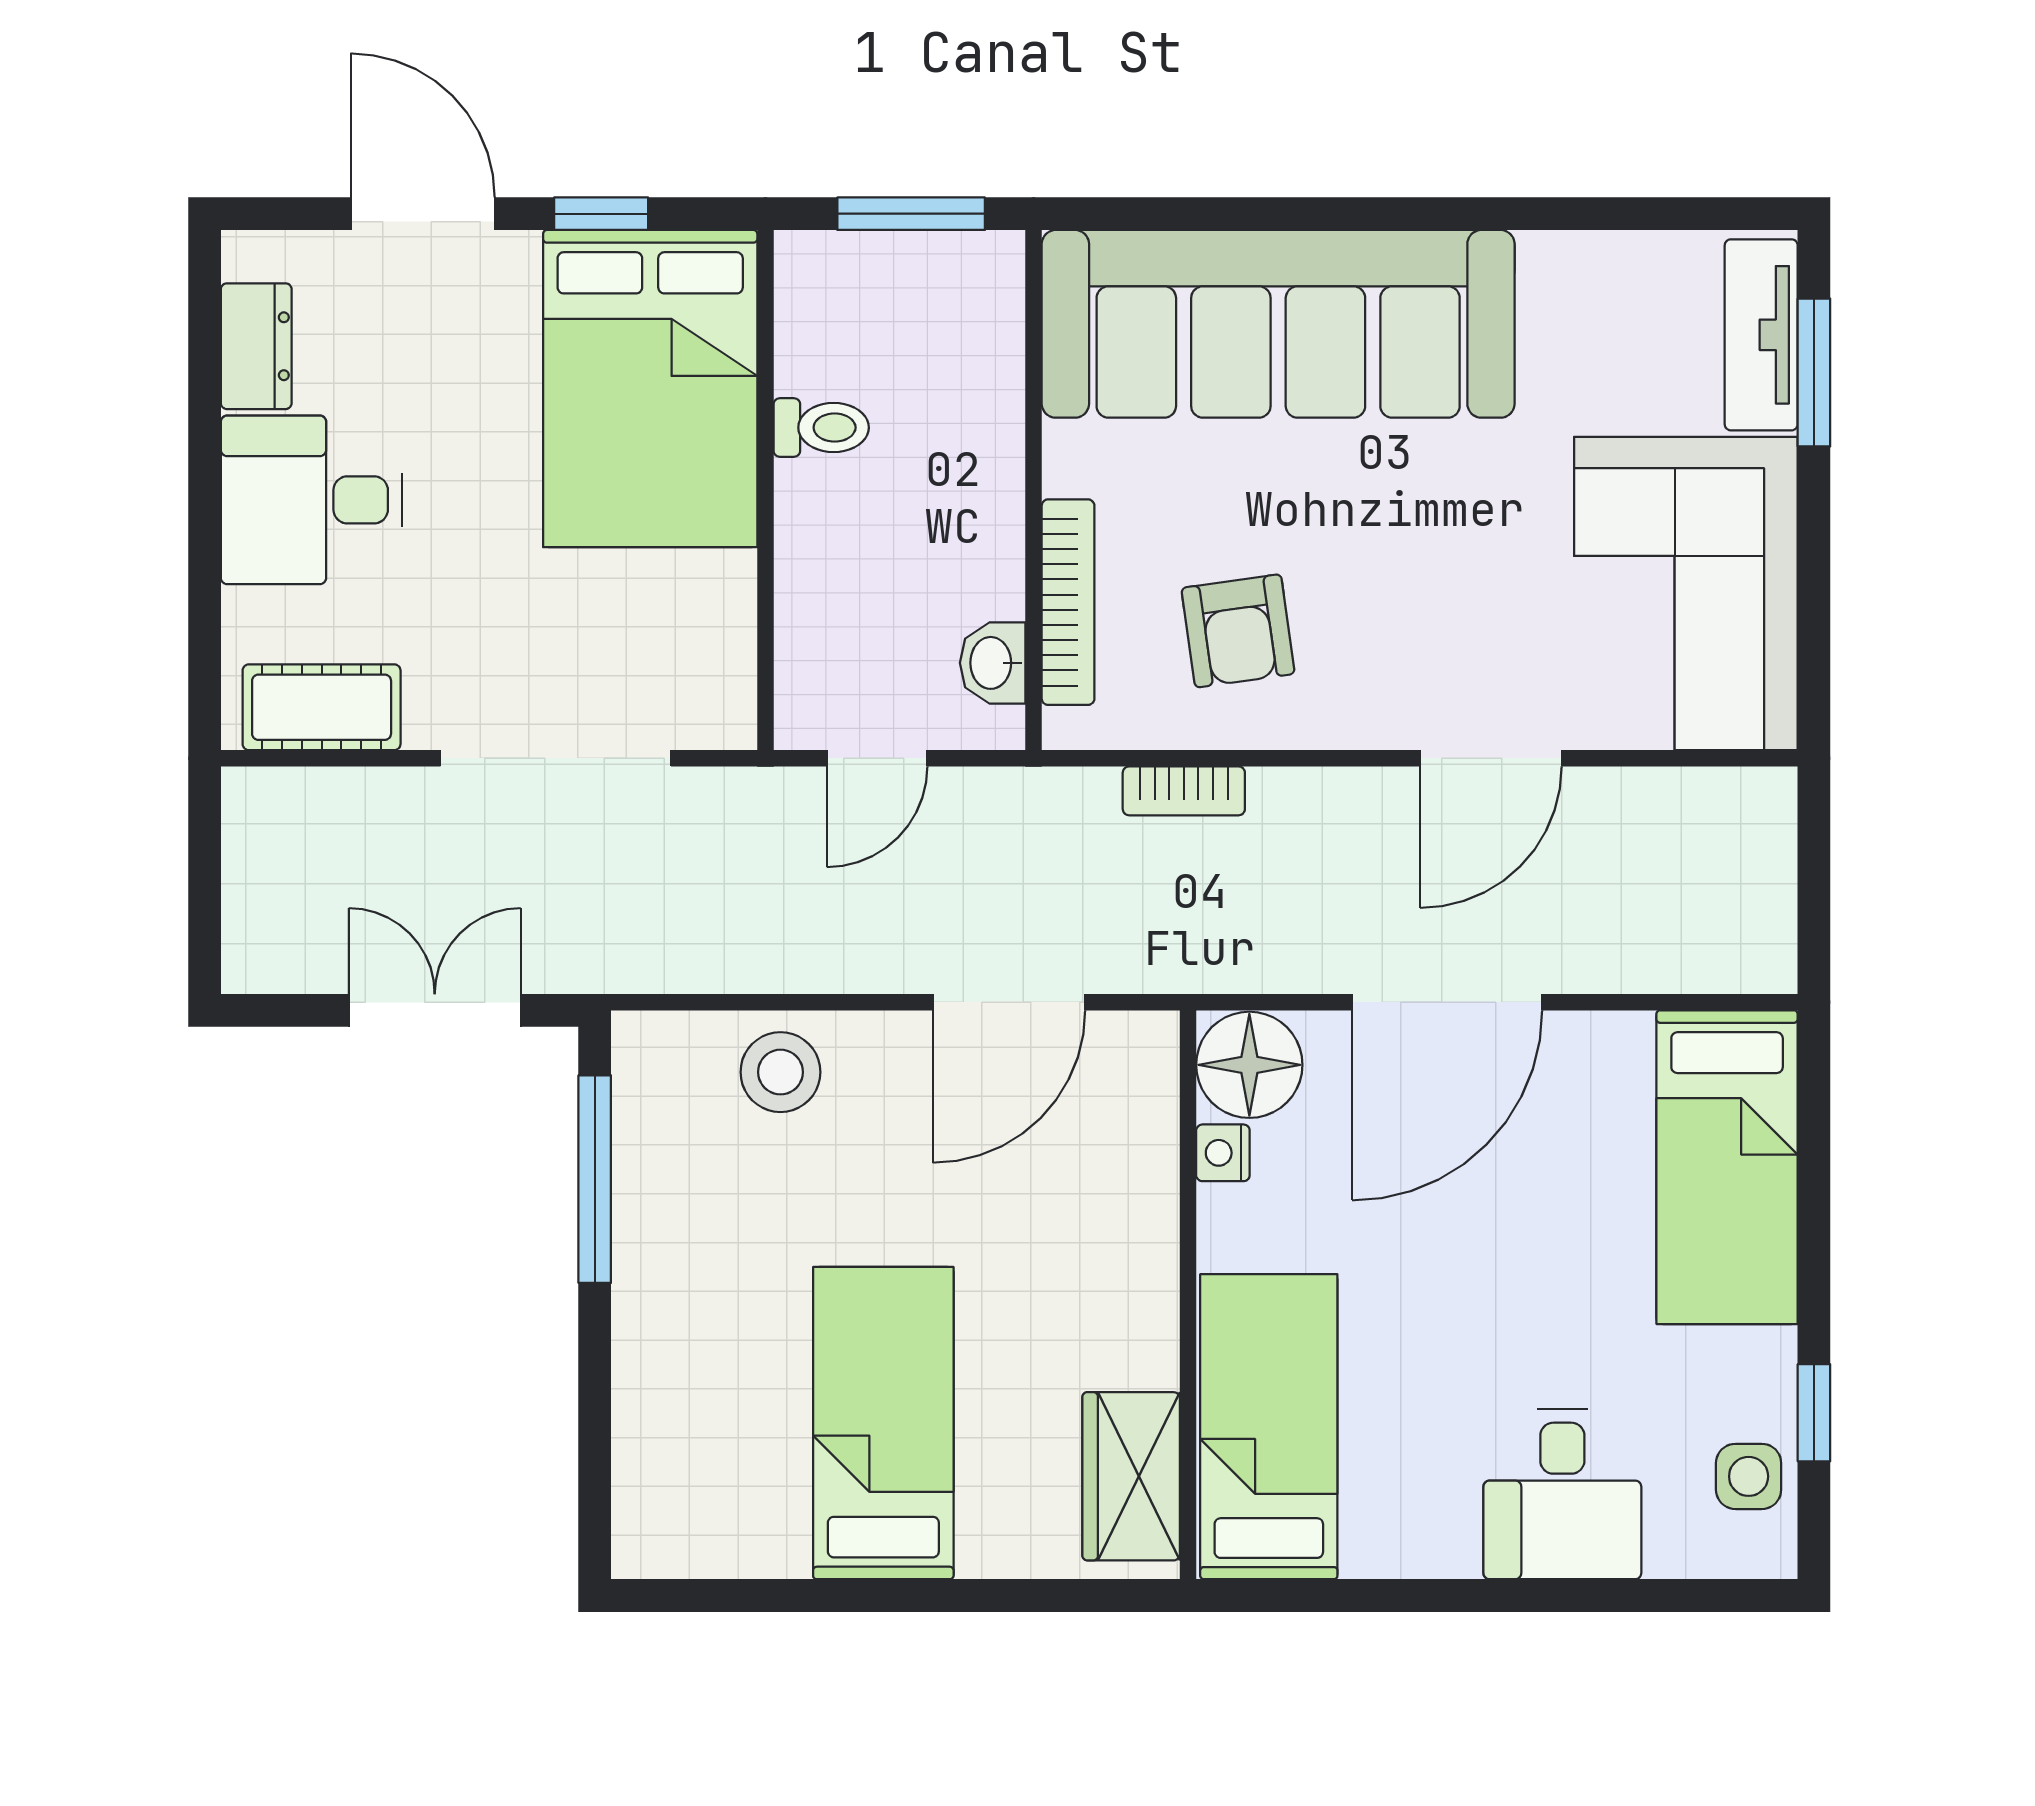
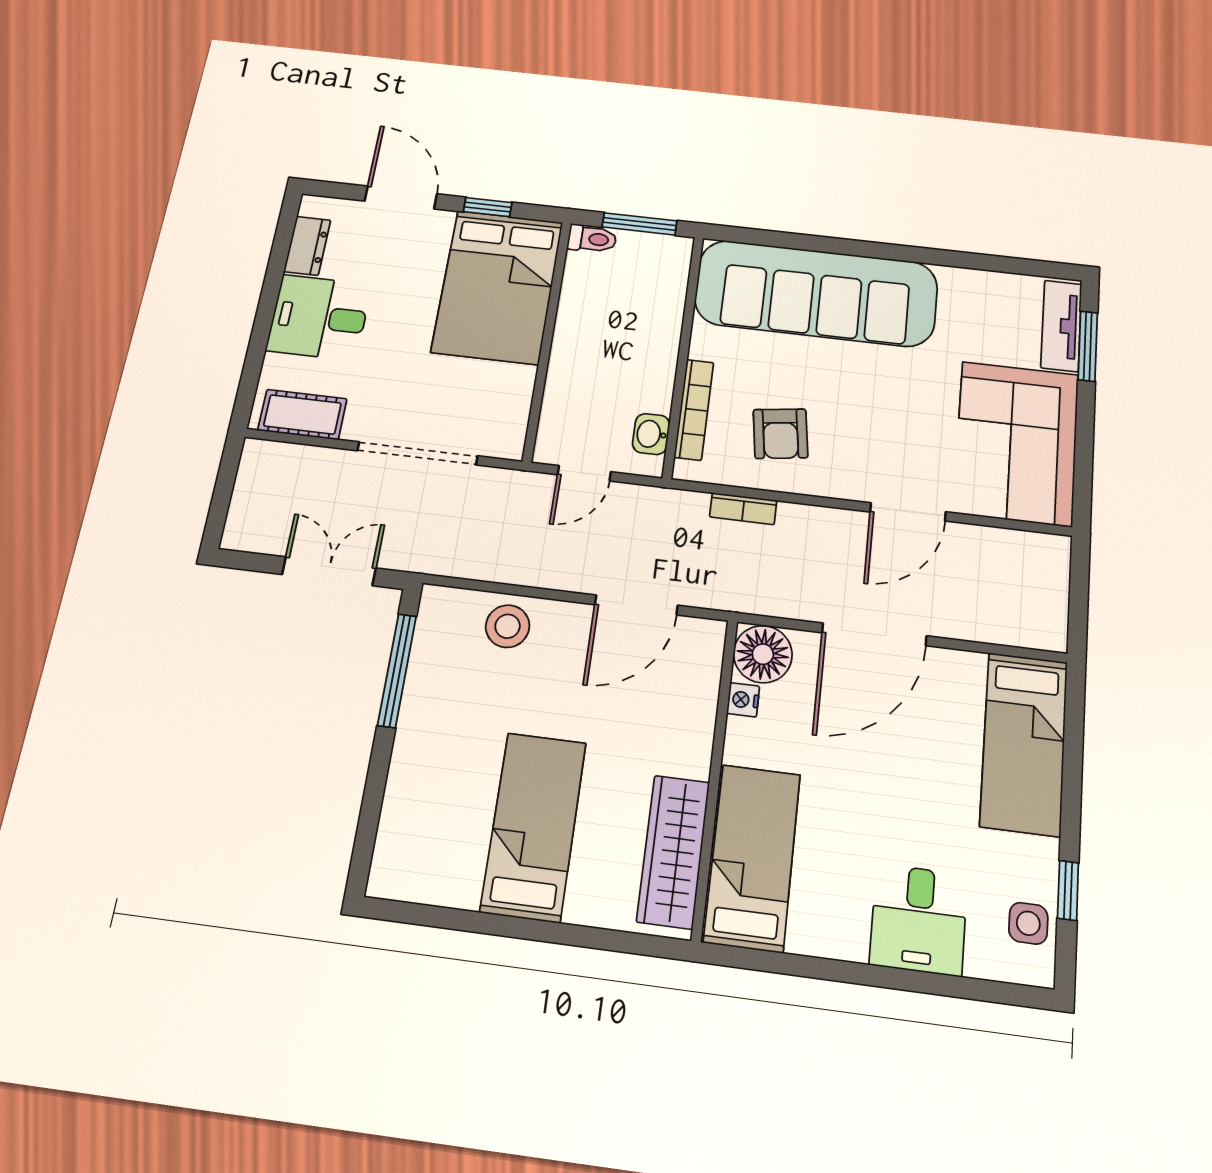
toilet: (821, 428) -> (592, 239), moved
wardrobe: (1131, 1476) -> (673, 851), width x1.50

